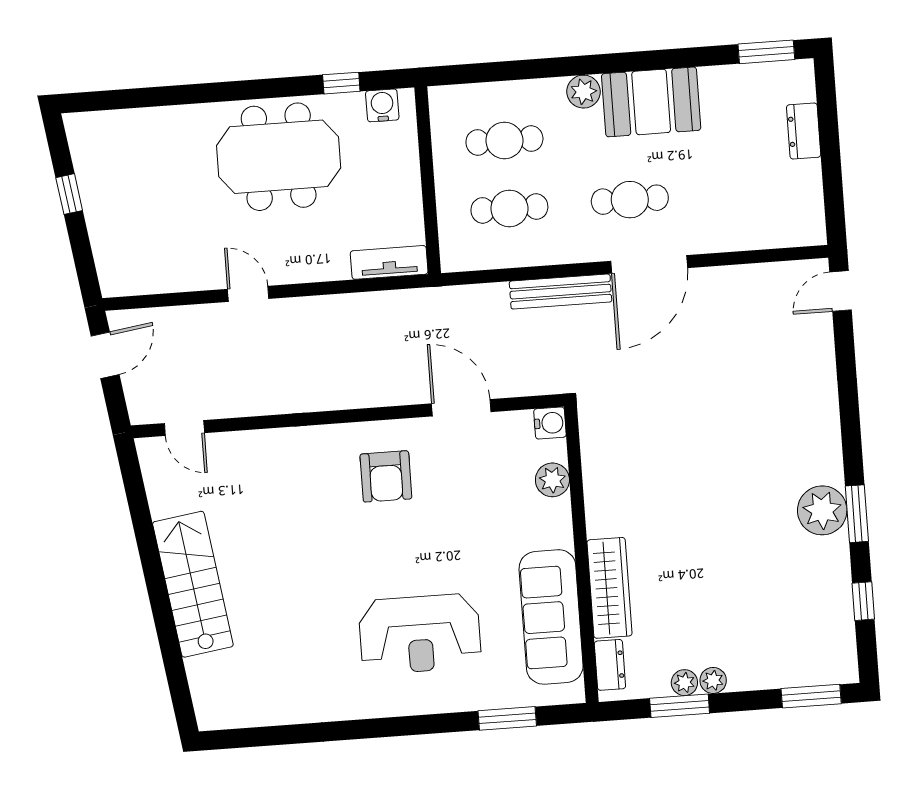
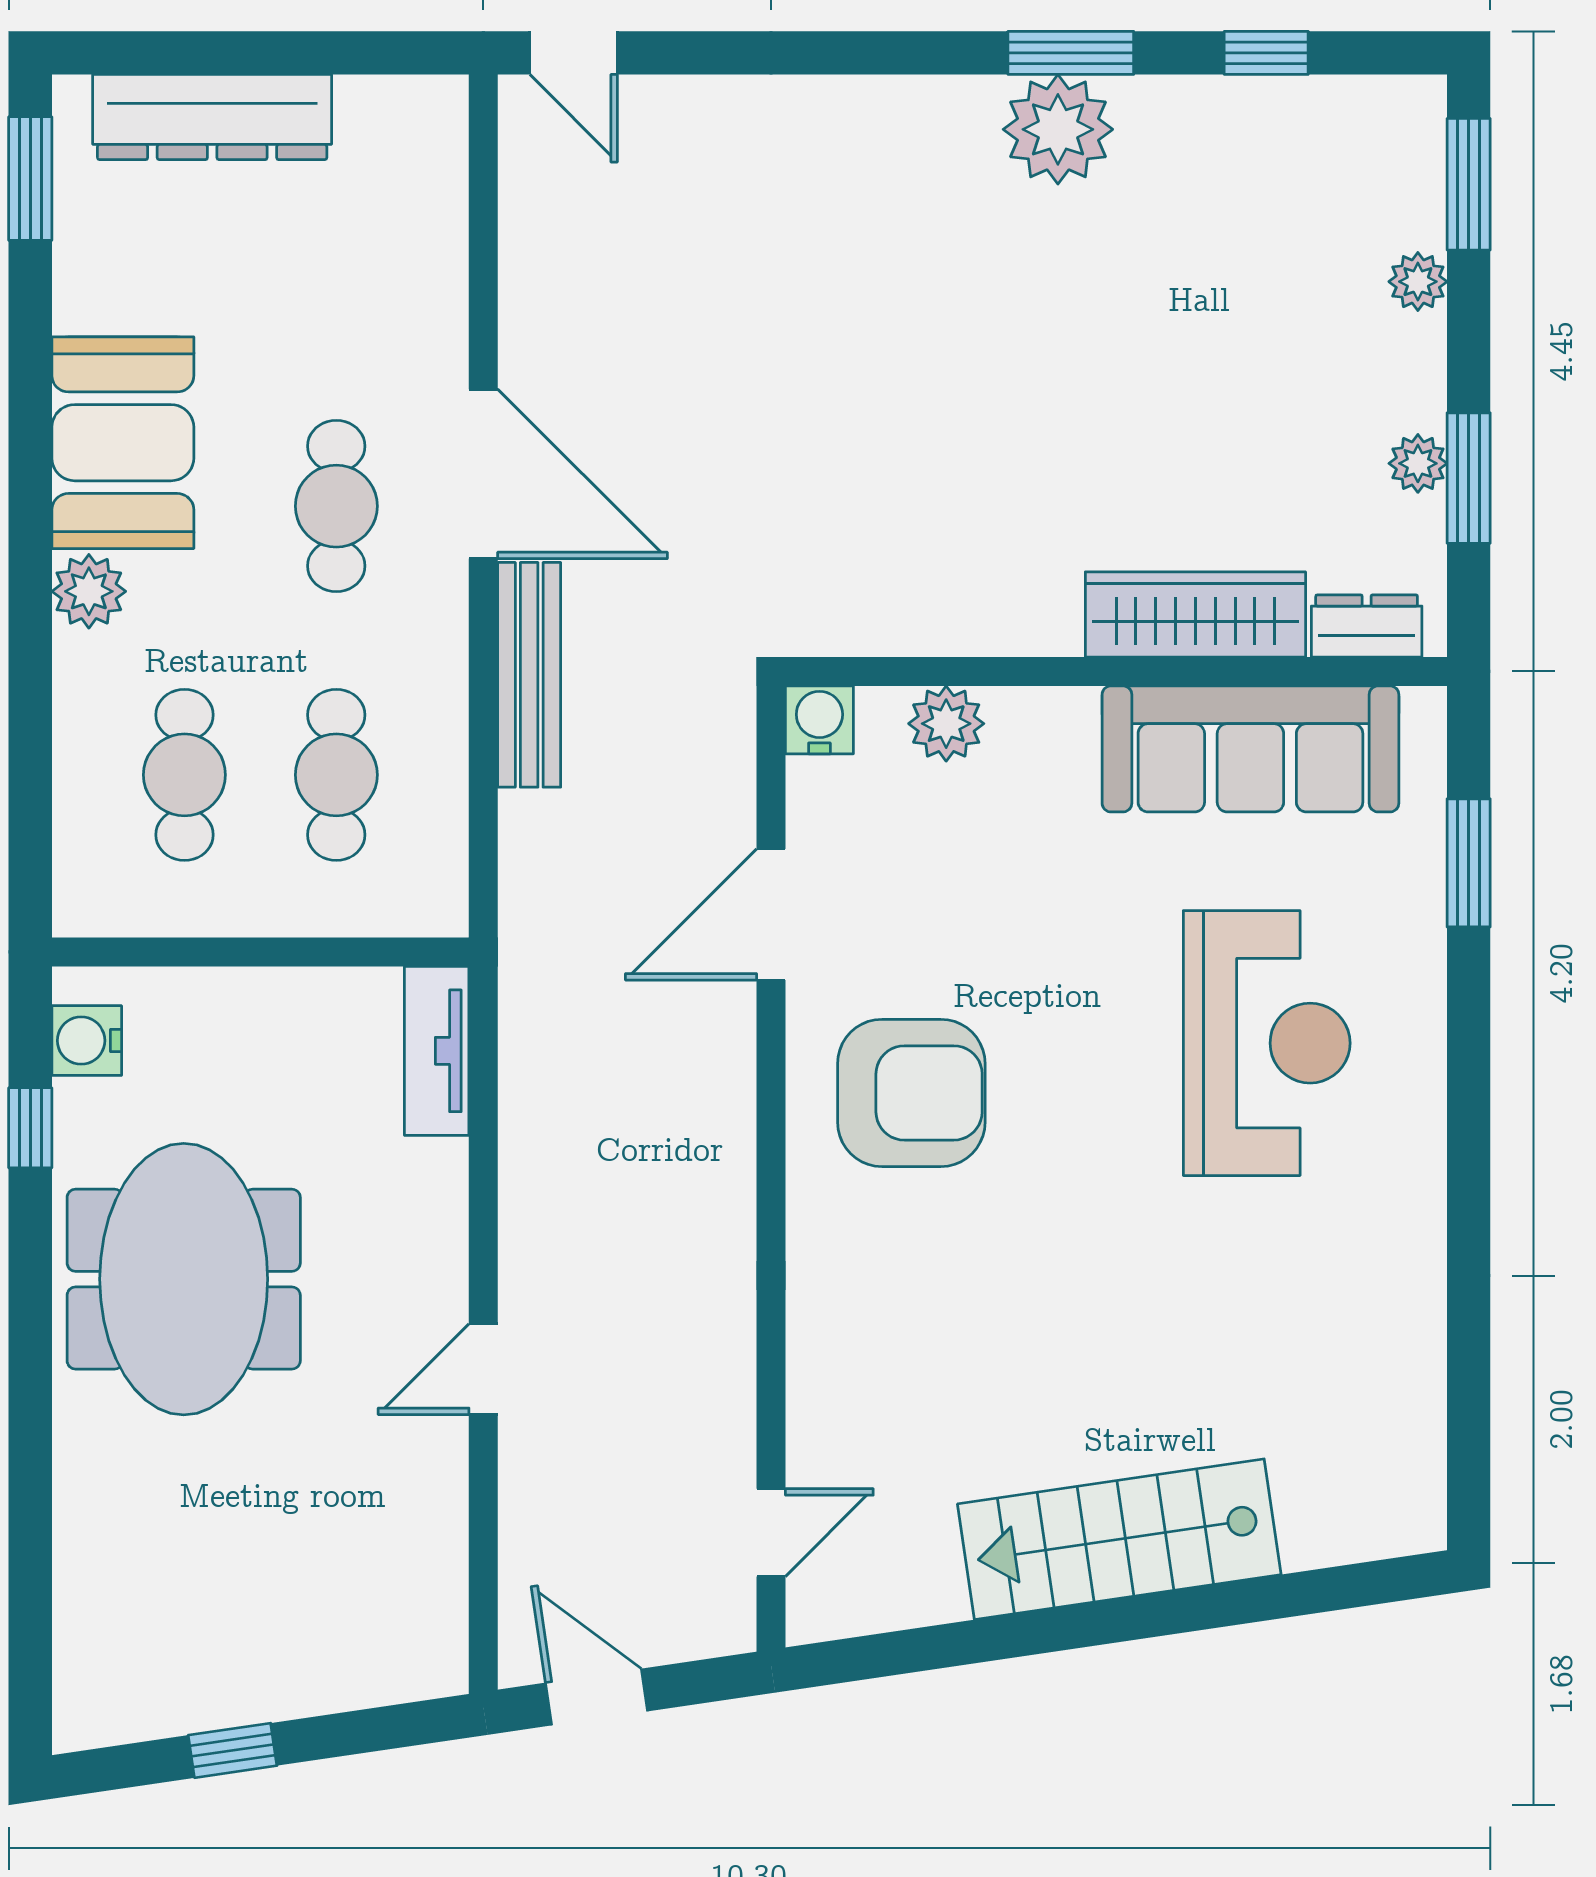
dresser: (804, 131) -> (212, 117), width x1.96, depth x1.24
armchair: (386, 476) -> (911, 1093), width x1.36, depth x1.36
plant: (713, 680) -> (1418, 282), moved

